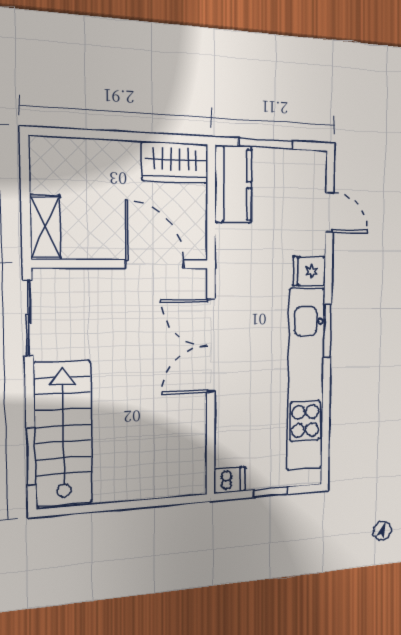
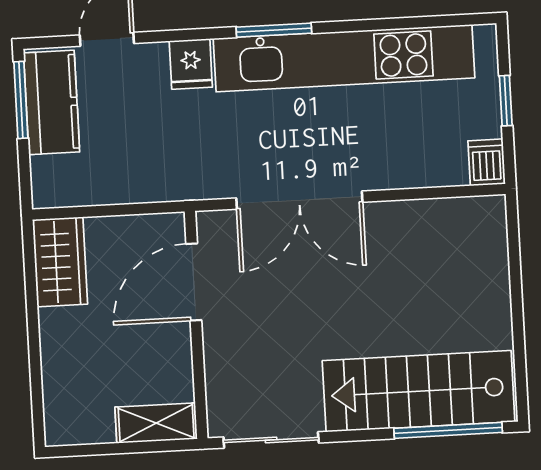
window: (266, 144) -> (21, 100), moved
kitchen counter: (233, 184) -> (52, 102), moved, turned 90
window: (31, 456) -> (448, 430), width x1.44

